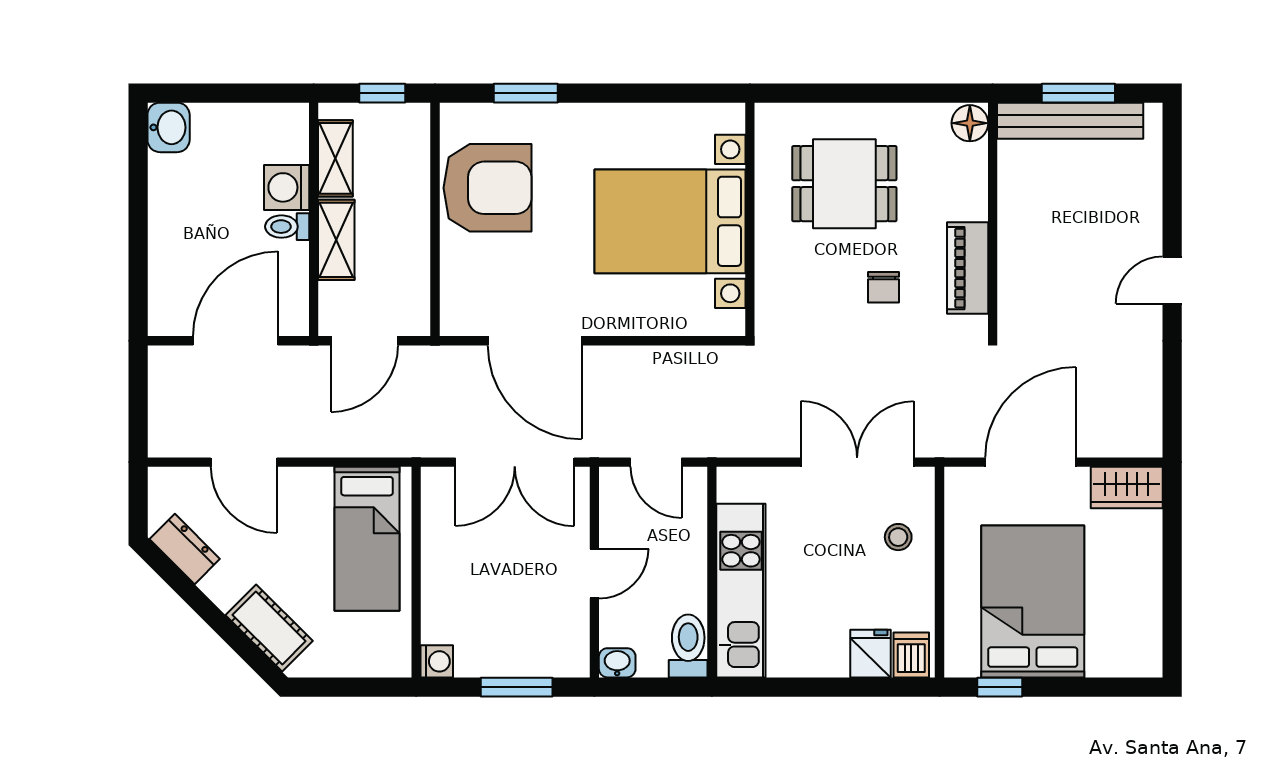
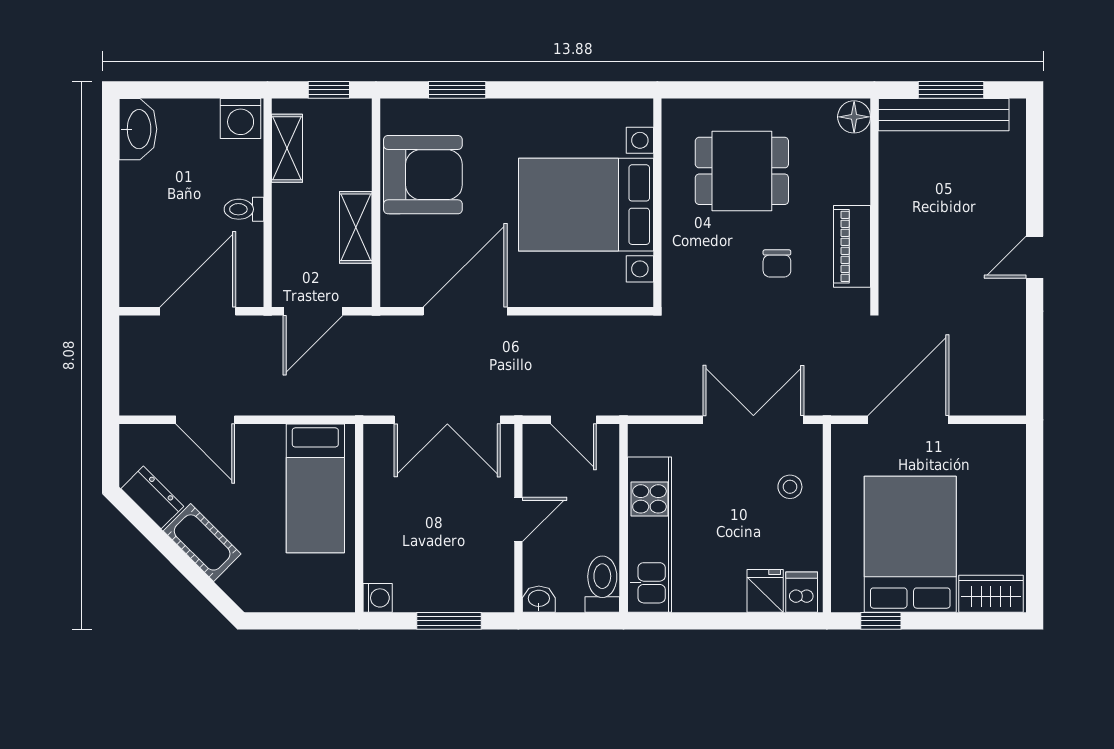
washbasin: (169, 127) -> (138, 129), width x1.38
washing machine: (287, 187) -> (241, 119), moved, turned -90
shelving: (336, 240) -> (356, 227), moved
door: (535, 341) -> (465, 311), swing flipped
wardrobe: (1127, 487) -> (991, 594), moved, turned 180
cot: (269, 628) -> (202, 542), moved

